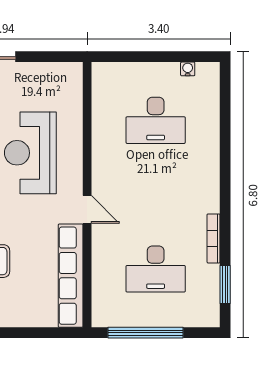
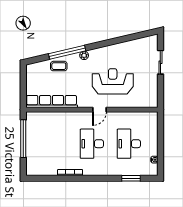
door: (87, 209) -> (99, 110), moved
desk: (156, 269) -> (92, 144), moved
window: (225, 285) -> (131, 178), moved

